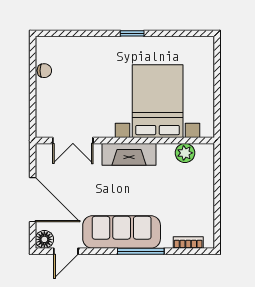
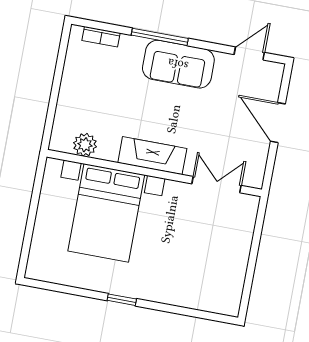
chair: (44, 71) -> (235, 275), removed
door: (33, 200) -> (278, 123), width x0.73
sofa: (122, 232) -> (178, 64), width x0.73
floor lamp: (44, 239) -> (273, 72), removed

